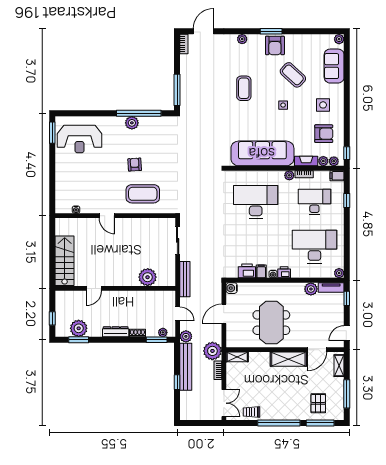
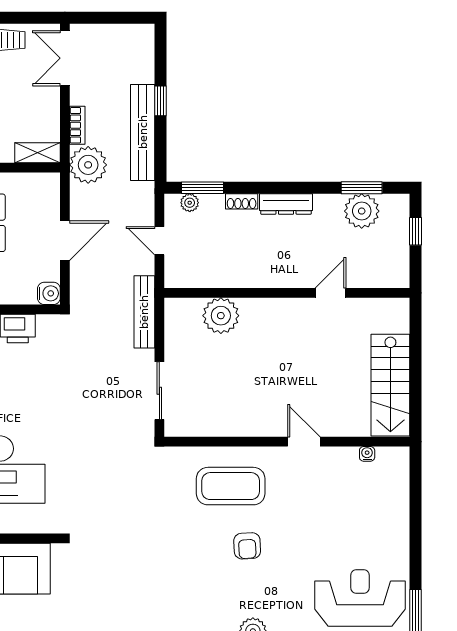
stairs: (65, 261) -> (390, 385), moved
plant: (186, 336) -> (142, 195), removed

